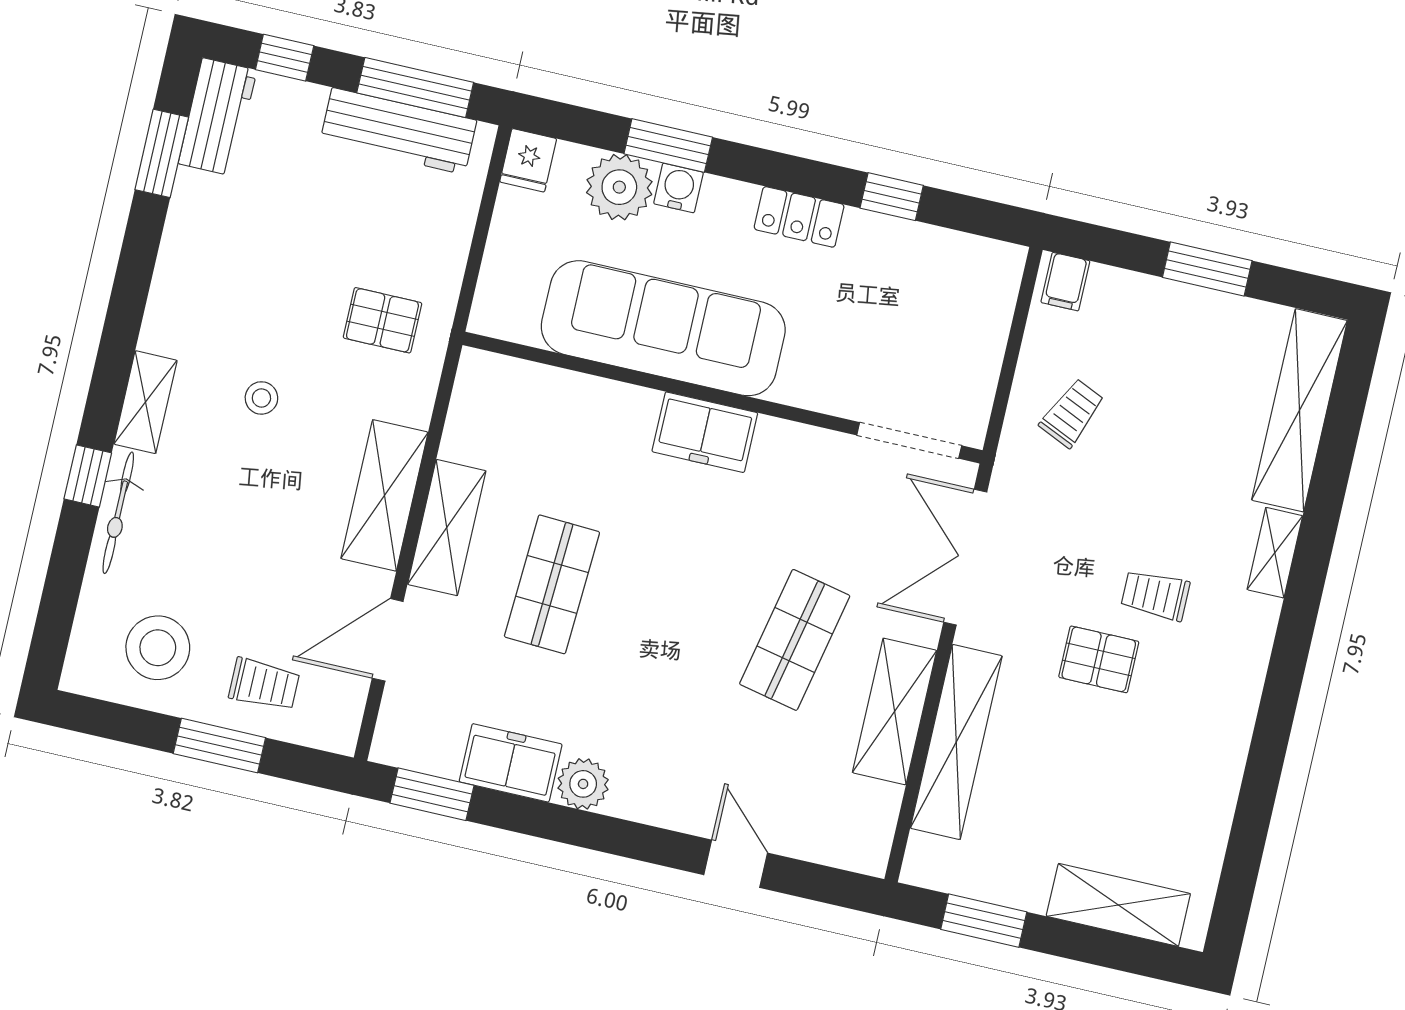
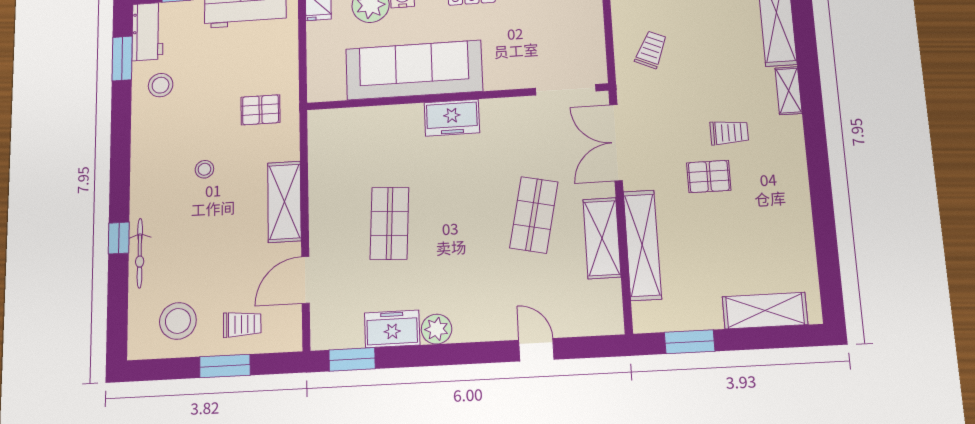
stool: (219, 223) -> (161, 85), added
shelving: (145, 402) -> (142, 190), removed
shelving: (447, 528) -> (323, 209), removed
trolley: (1155, 595) -> (729, 133), turned 180

